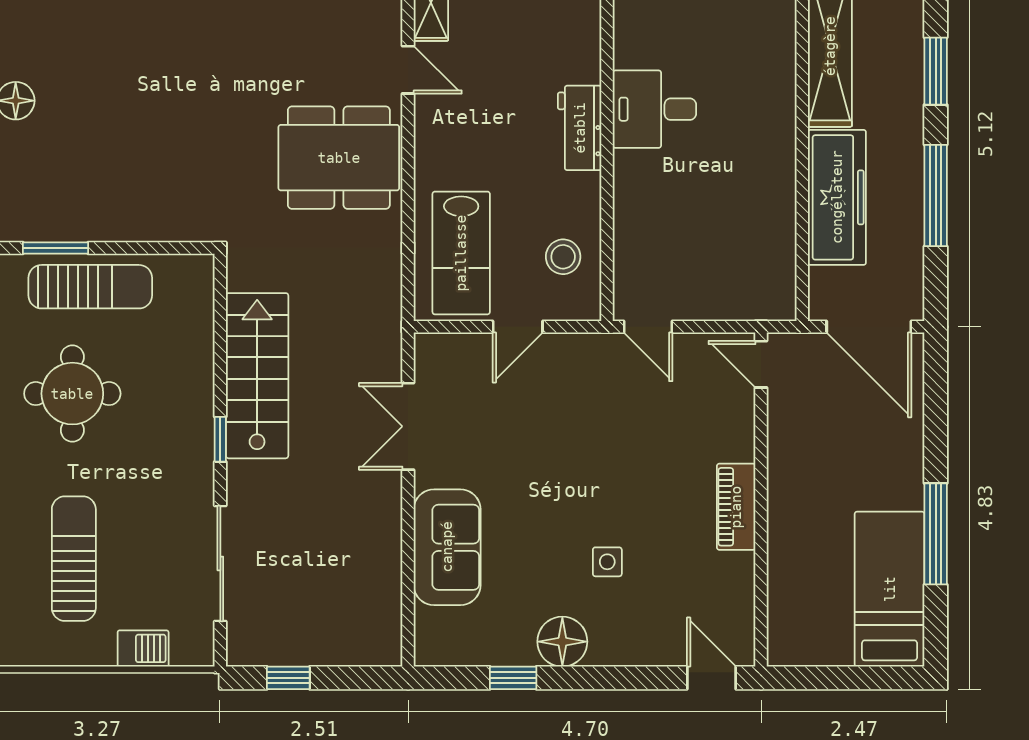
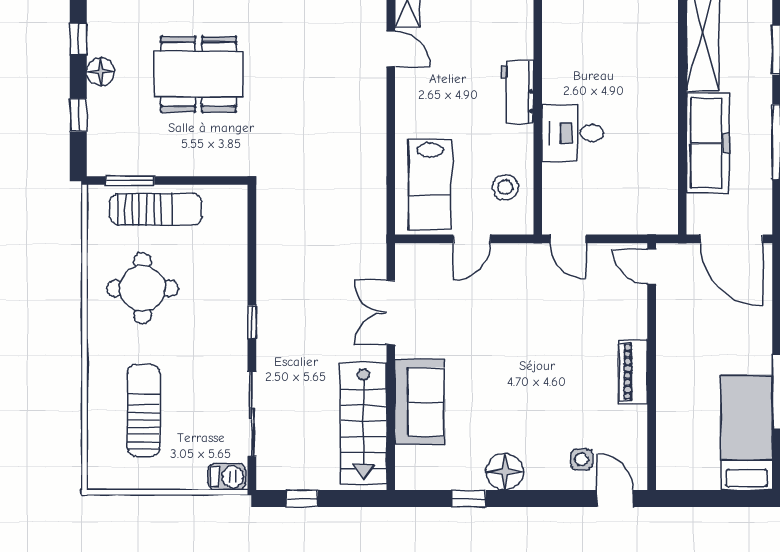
desk: (654, 109) -> (573, 133), moved
dining table: (339, 158) -> (199, 74), moved
stairs: (257, 376) -> (363, 423), moved, turned 180
side table: (607, 562) -> (582, 459), moved
barbecue: (143, 648) -> (227, 477), moved

